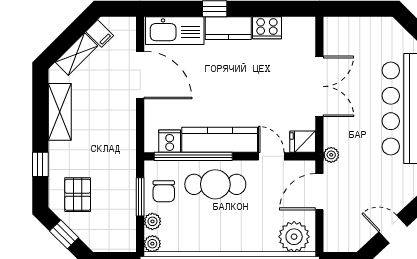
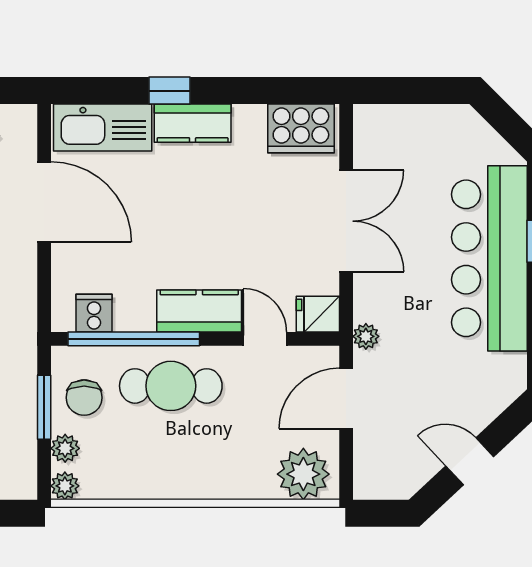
cooker: (267, 28) -> (301, 128), moved, width x1.37, depth x1.31
kitchen counter: (220, 140) -> (199, 311), width x0.67

